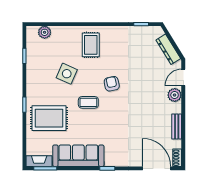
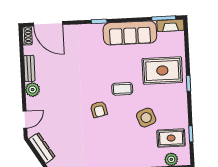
rug: (91, 45) -> (171, 138), moved, turned 90
side table: (67, 74) -> (146, 118), turned 45
plant: (175, 95) -> (33, 90), moved

